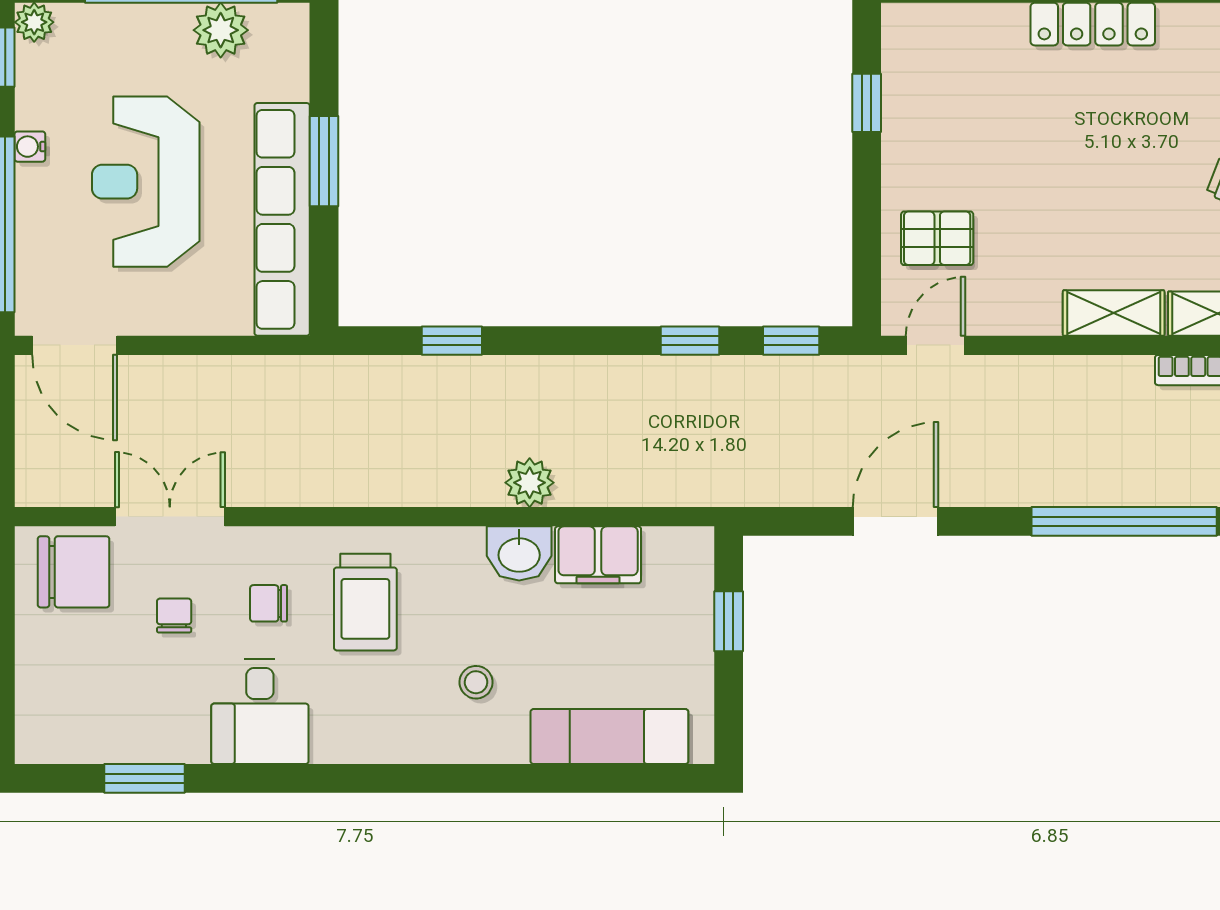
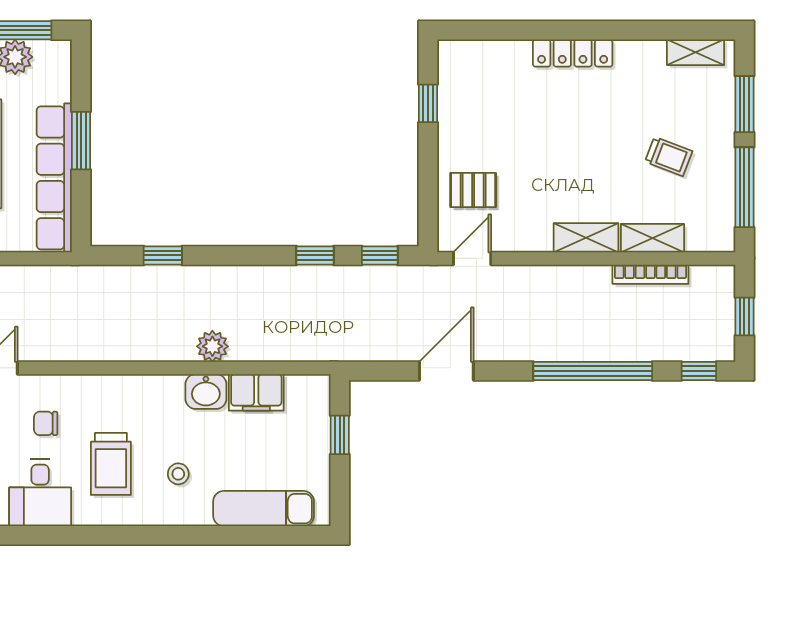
trolley: (365, 602) -> (111, 464), moved

